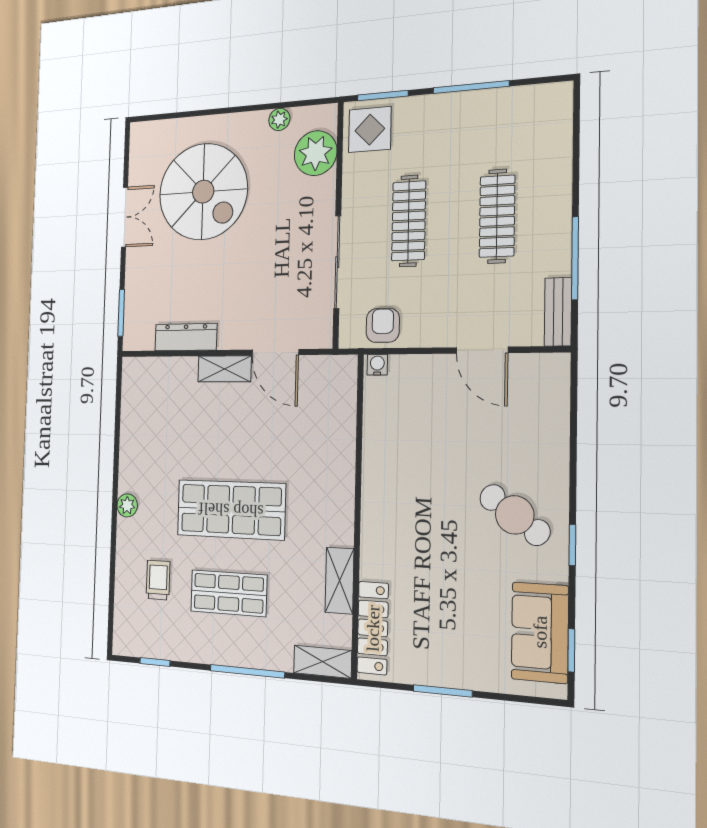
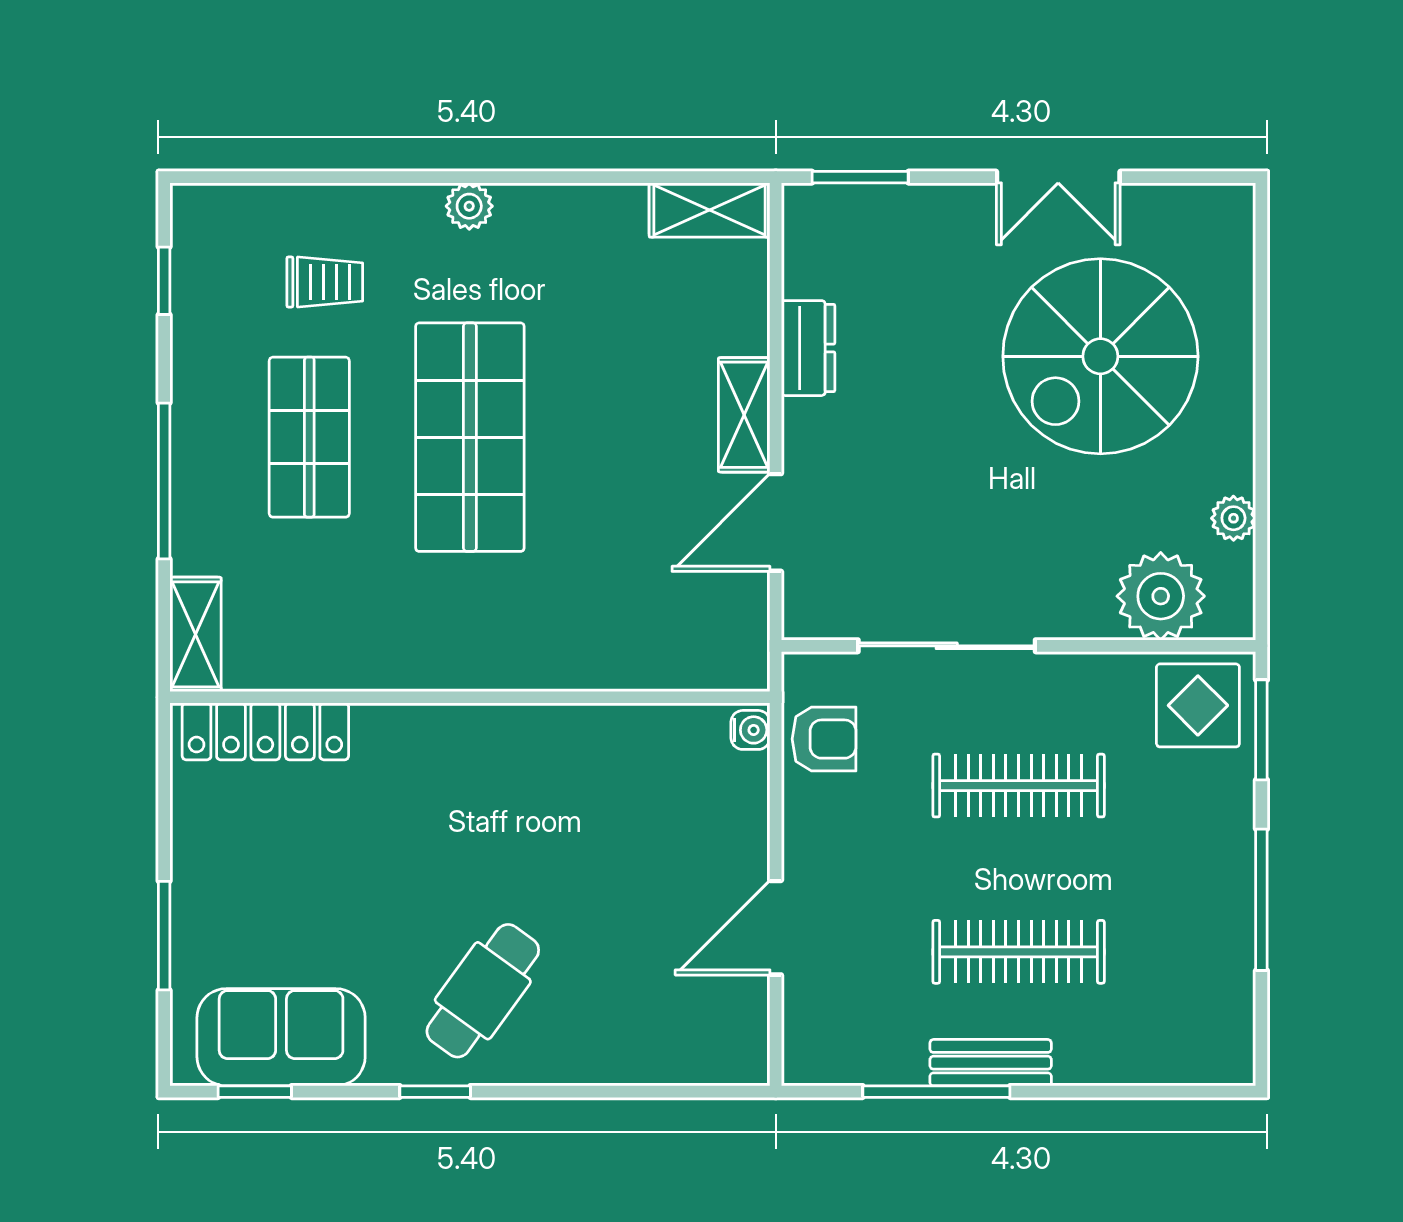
bench: (558, 312) -> (991, 1063), moved
dresser: (186, 337) -> (808, 348), width x0.70
shelving: (339, 581) -> (710, 210), moved
window: (443, 691) -> (164, 936), moved

